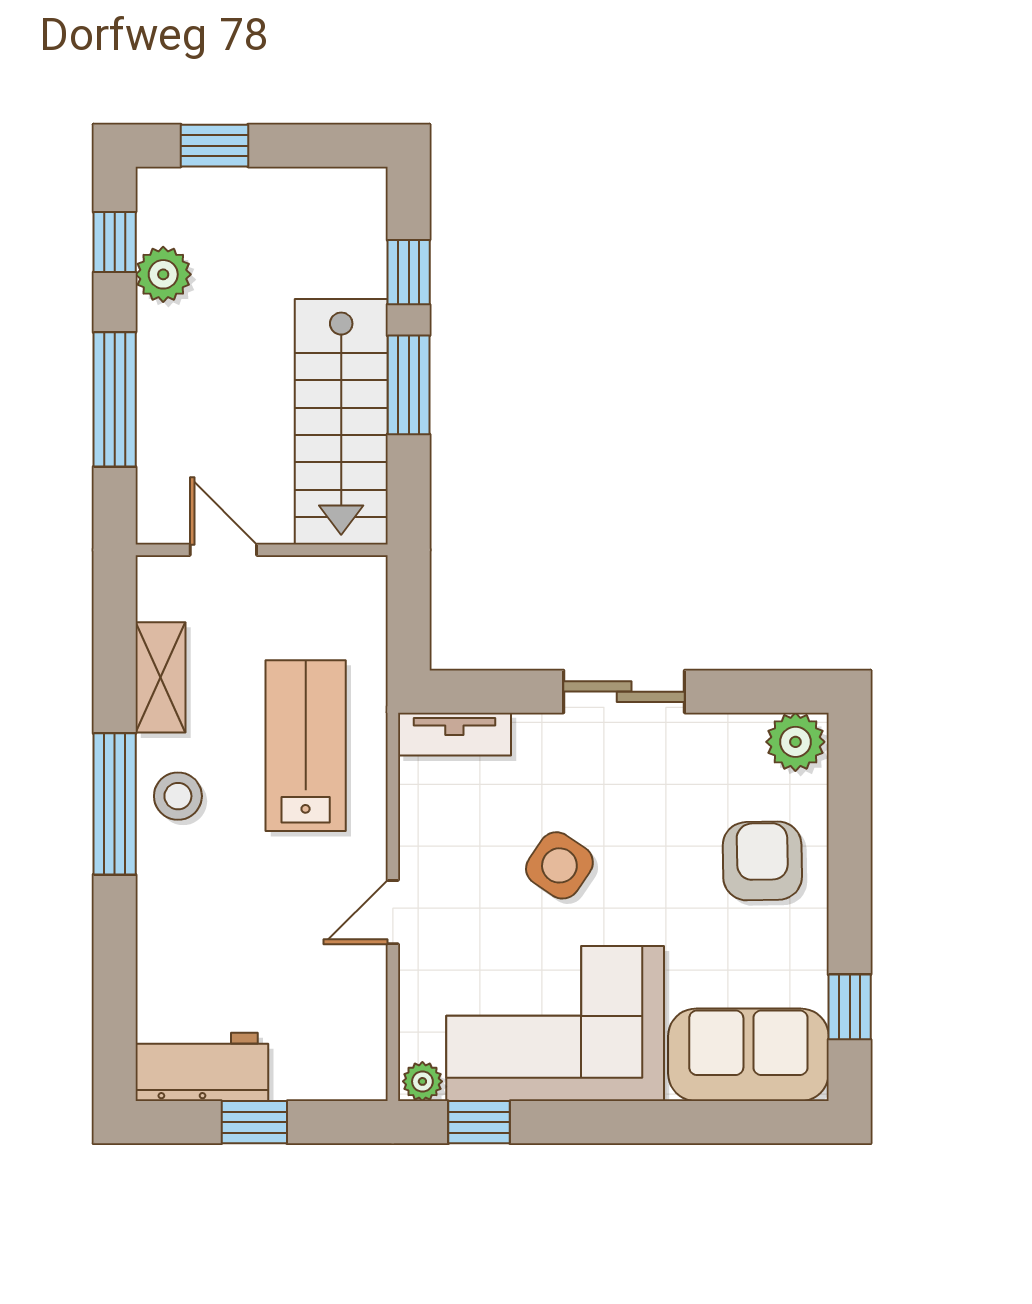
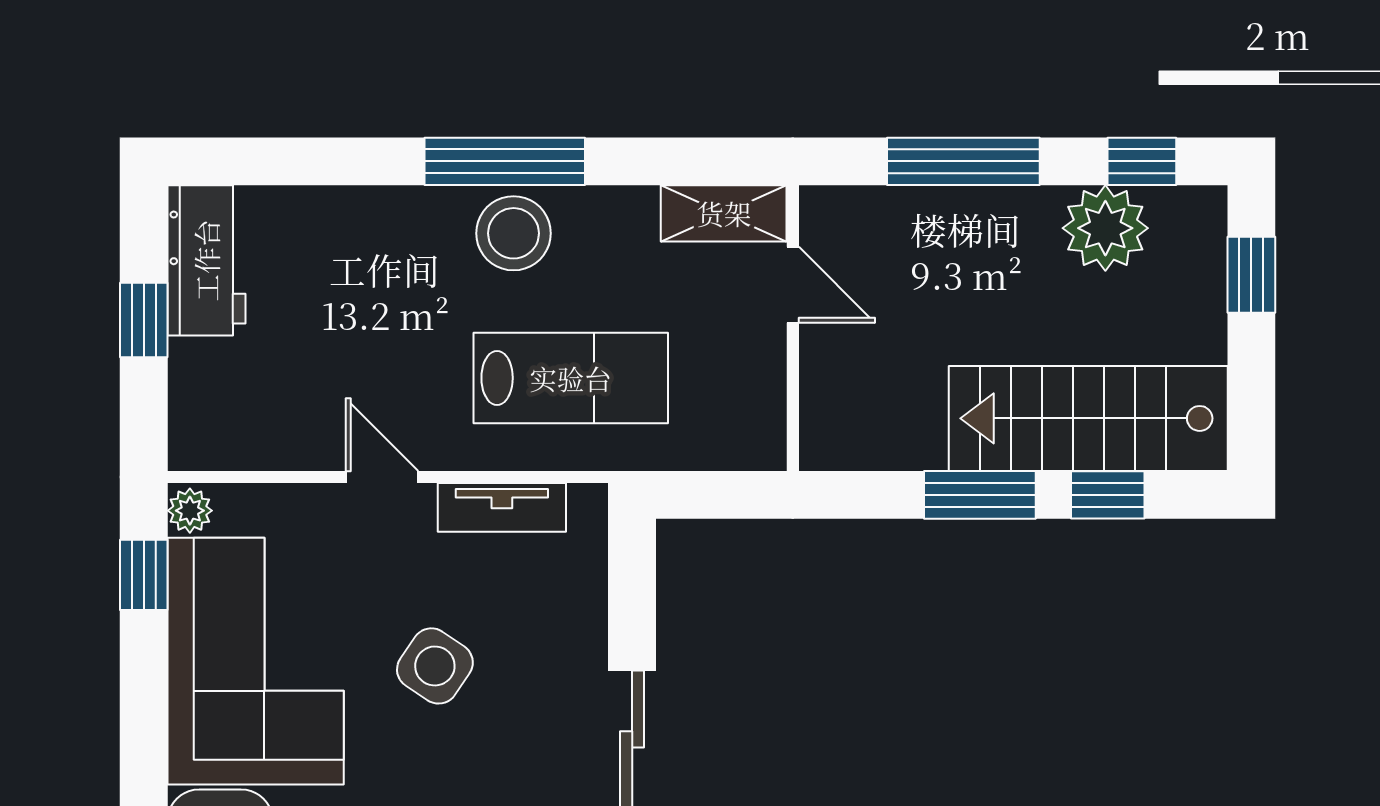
plant: (163, 274) -> (1105, 228), width x1.36, depth x1.36
stairs: (341, 422) -> (1088, 418), moved
door: (223, 550) -> (793, 285), hinge flipped
shelving: (160, 677) -> (724, 213), moved
tv unit: (454, 734) -> (502, 507), moved, turned -90
stool: (178, 796) -> (514, 233), width x1.38, depth x1.38

